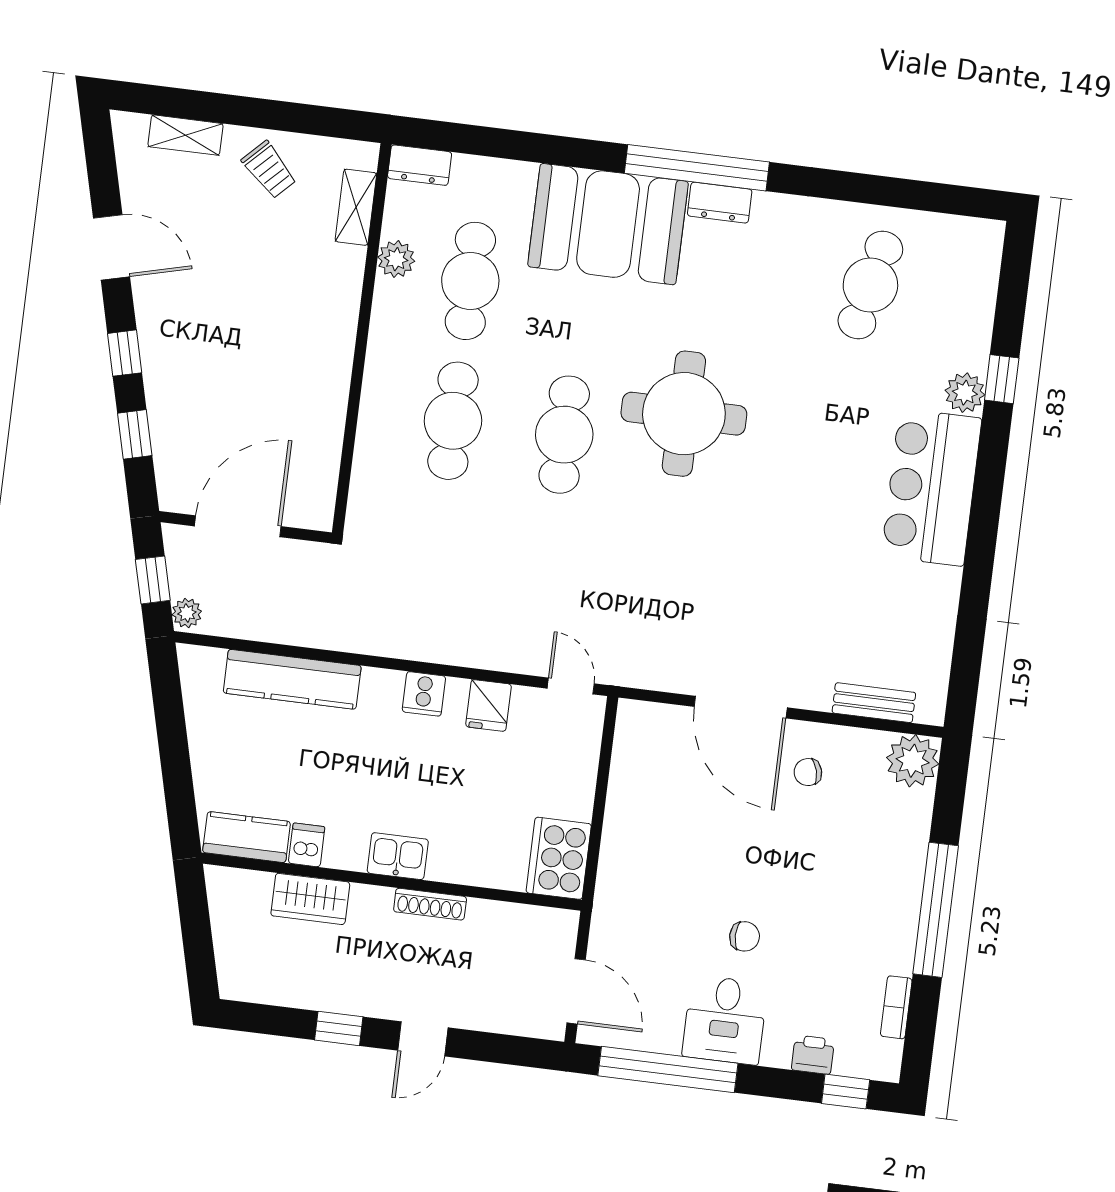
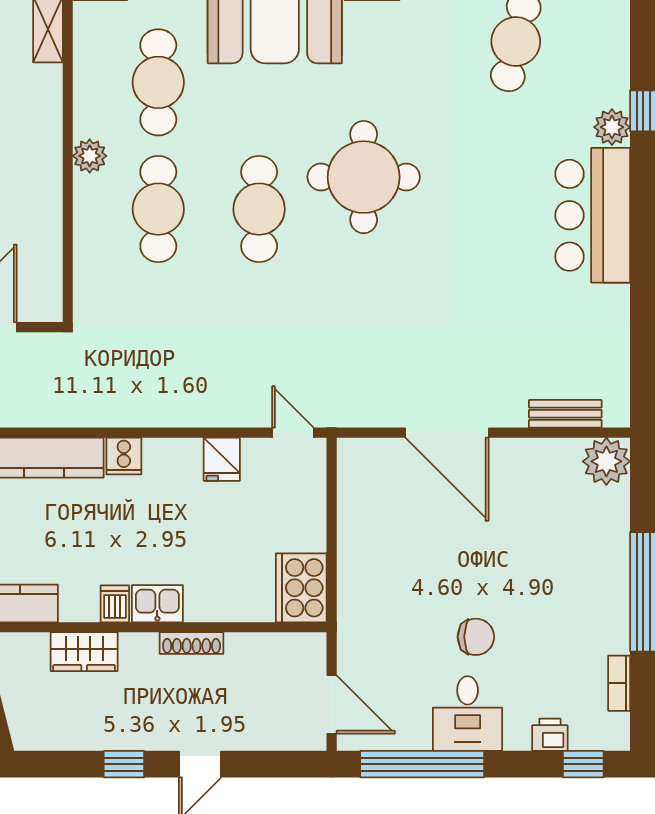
plant: (396, 259) -> (90, 156), moved
cooker: (424, 694) -> (124, 456), moved
chair: (808, 772) -> (514, 483), removed
dishwasher: (307, 845) -> (115, 604), moved
chair: (745, 936) -> (476, 637), width x1.37, depth x1.37

